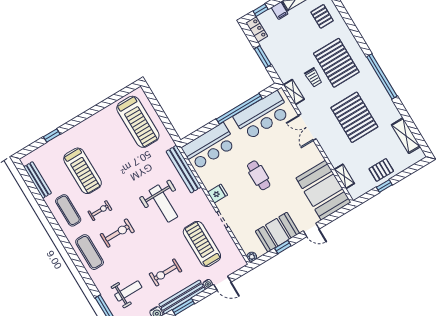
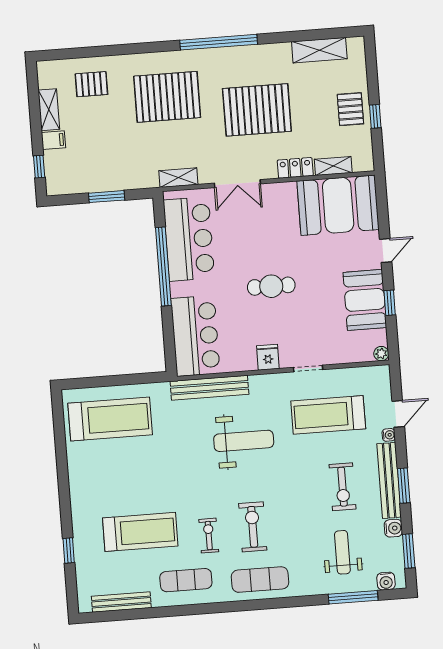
locker: (257, 29) -> (295, 168), moved
trolley: (313, 77) -> (172, 140), removed

